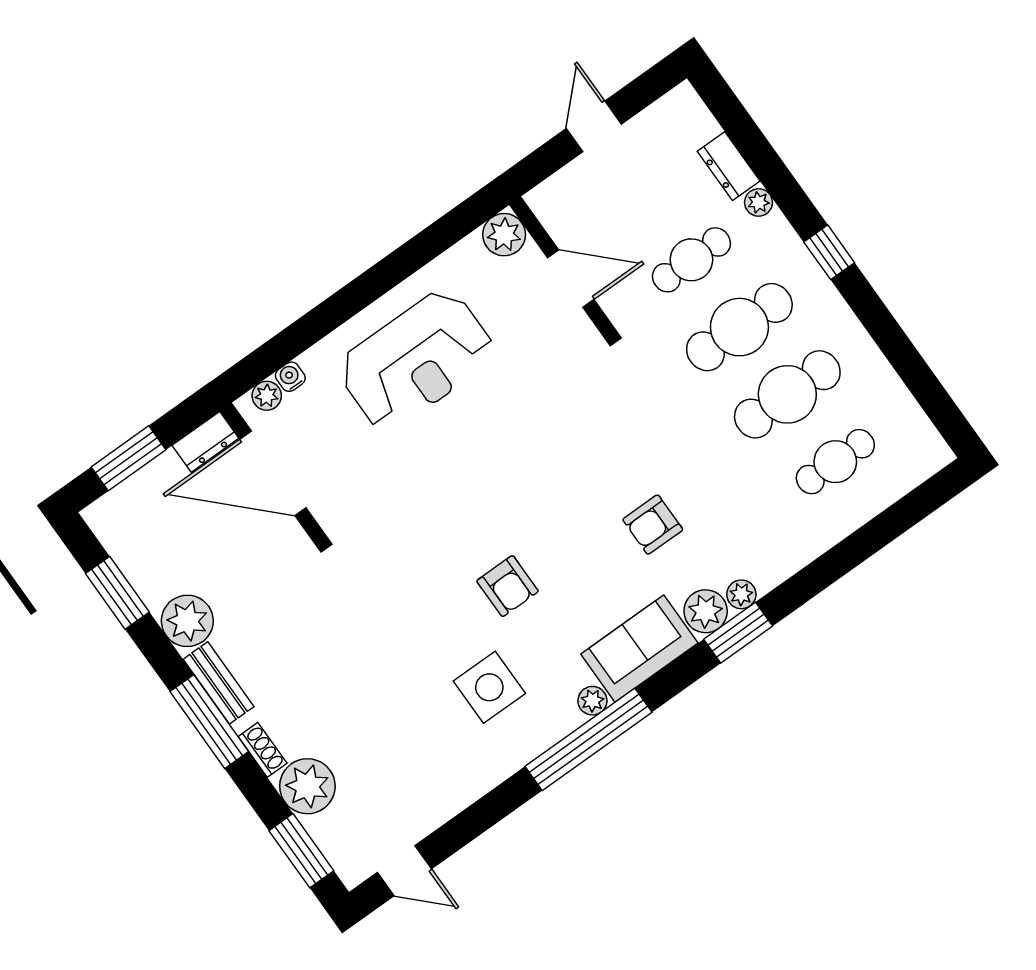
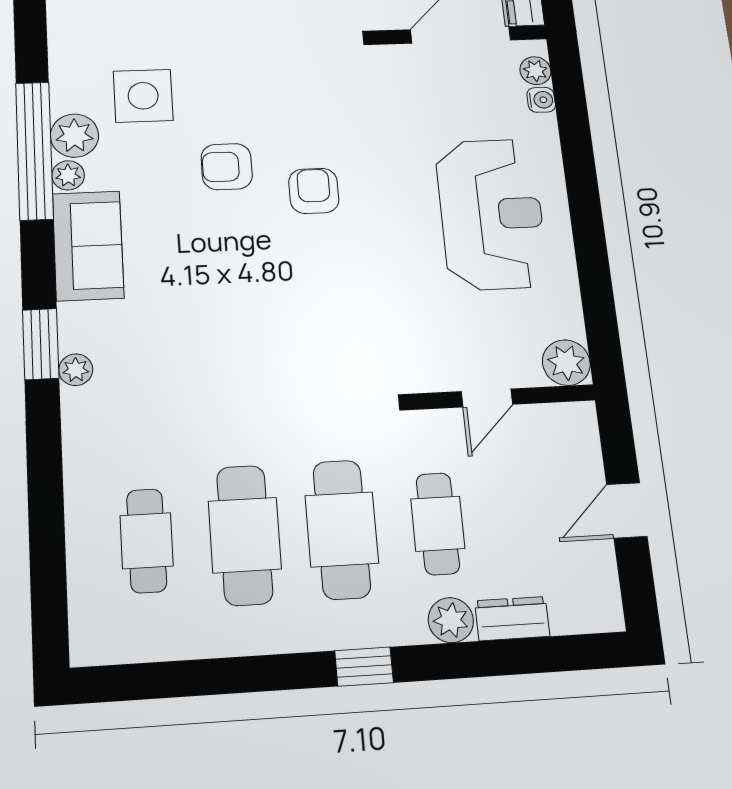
door: (594, 126) -> (627, 510), swing flipped
plant: (759, 202) -> (451, 620), width x1.38, depth x1.38
door: (571, 279) -> (487, 398), width x0.73
reception desk: (416, 360) -> (491, 214), turned 180
armchair: (653, 525) -> (314, 191), moved
plant: (706, 611) -> (75, 136), moved

